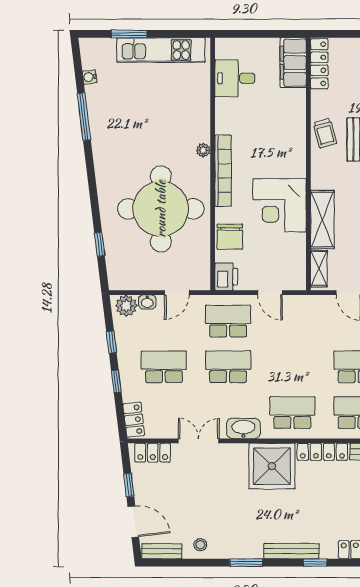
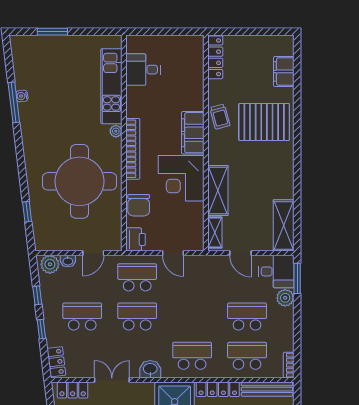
kitchen unit: (161, 50) -> (111, 86), moved, turned 90
filing cabinet: (293, 63) -> (193, 133), moved
water cooler: (90, 77) -> (22, 96), moved
washbasin: (243, 428) -> (150, 369), width x0.72

